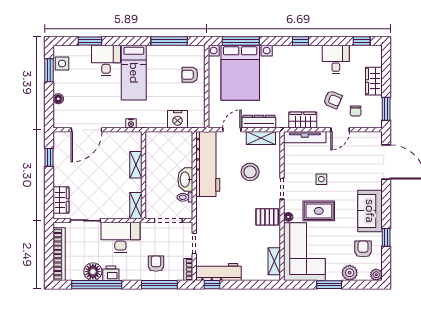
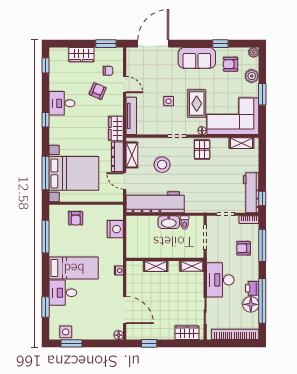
desk: (336, 59) -> (62, 103), moved
floor lamp: (58, 99) -> (119, 335), moved
wardrobe: (303, 120) -> (116, 128), moved

